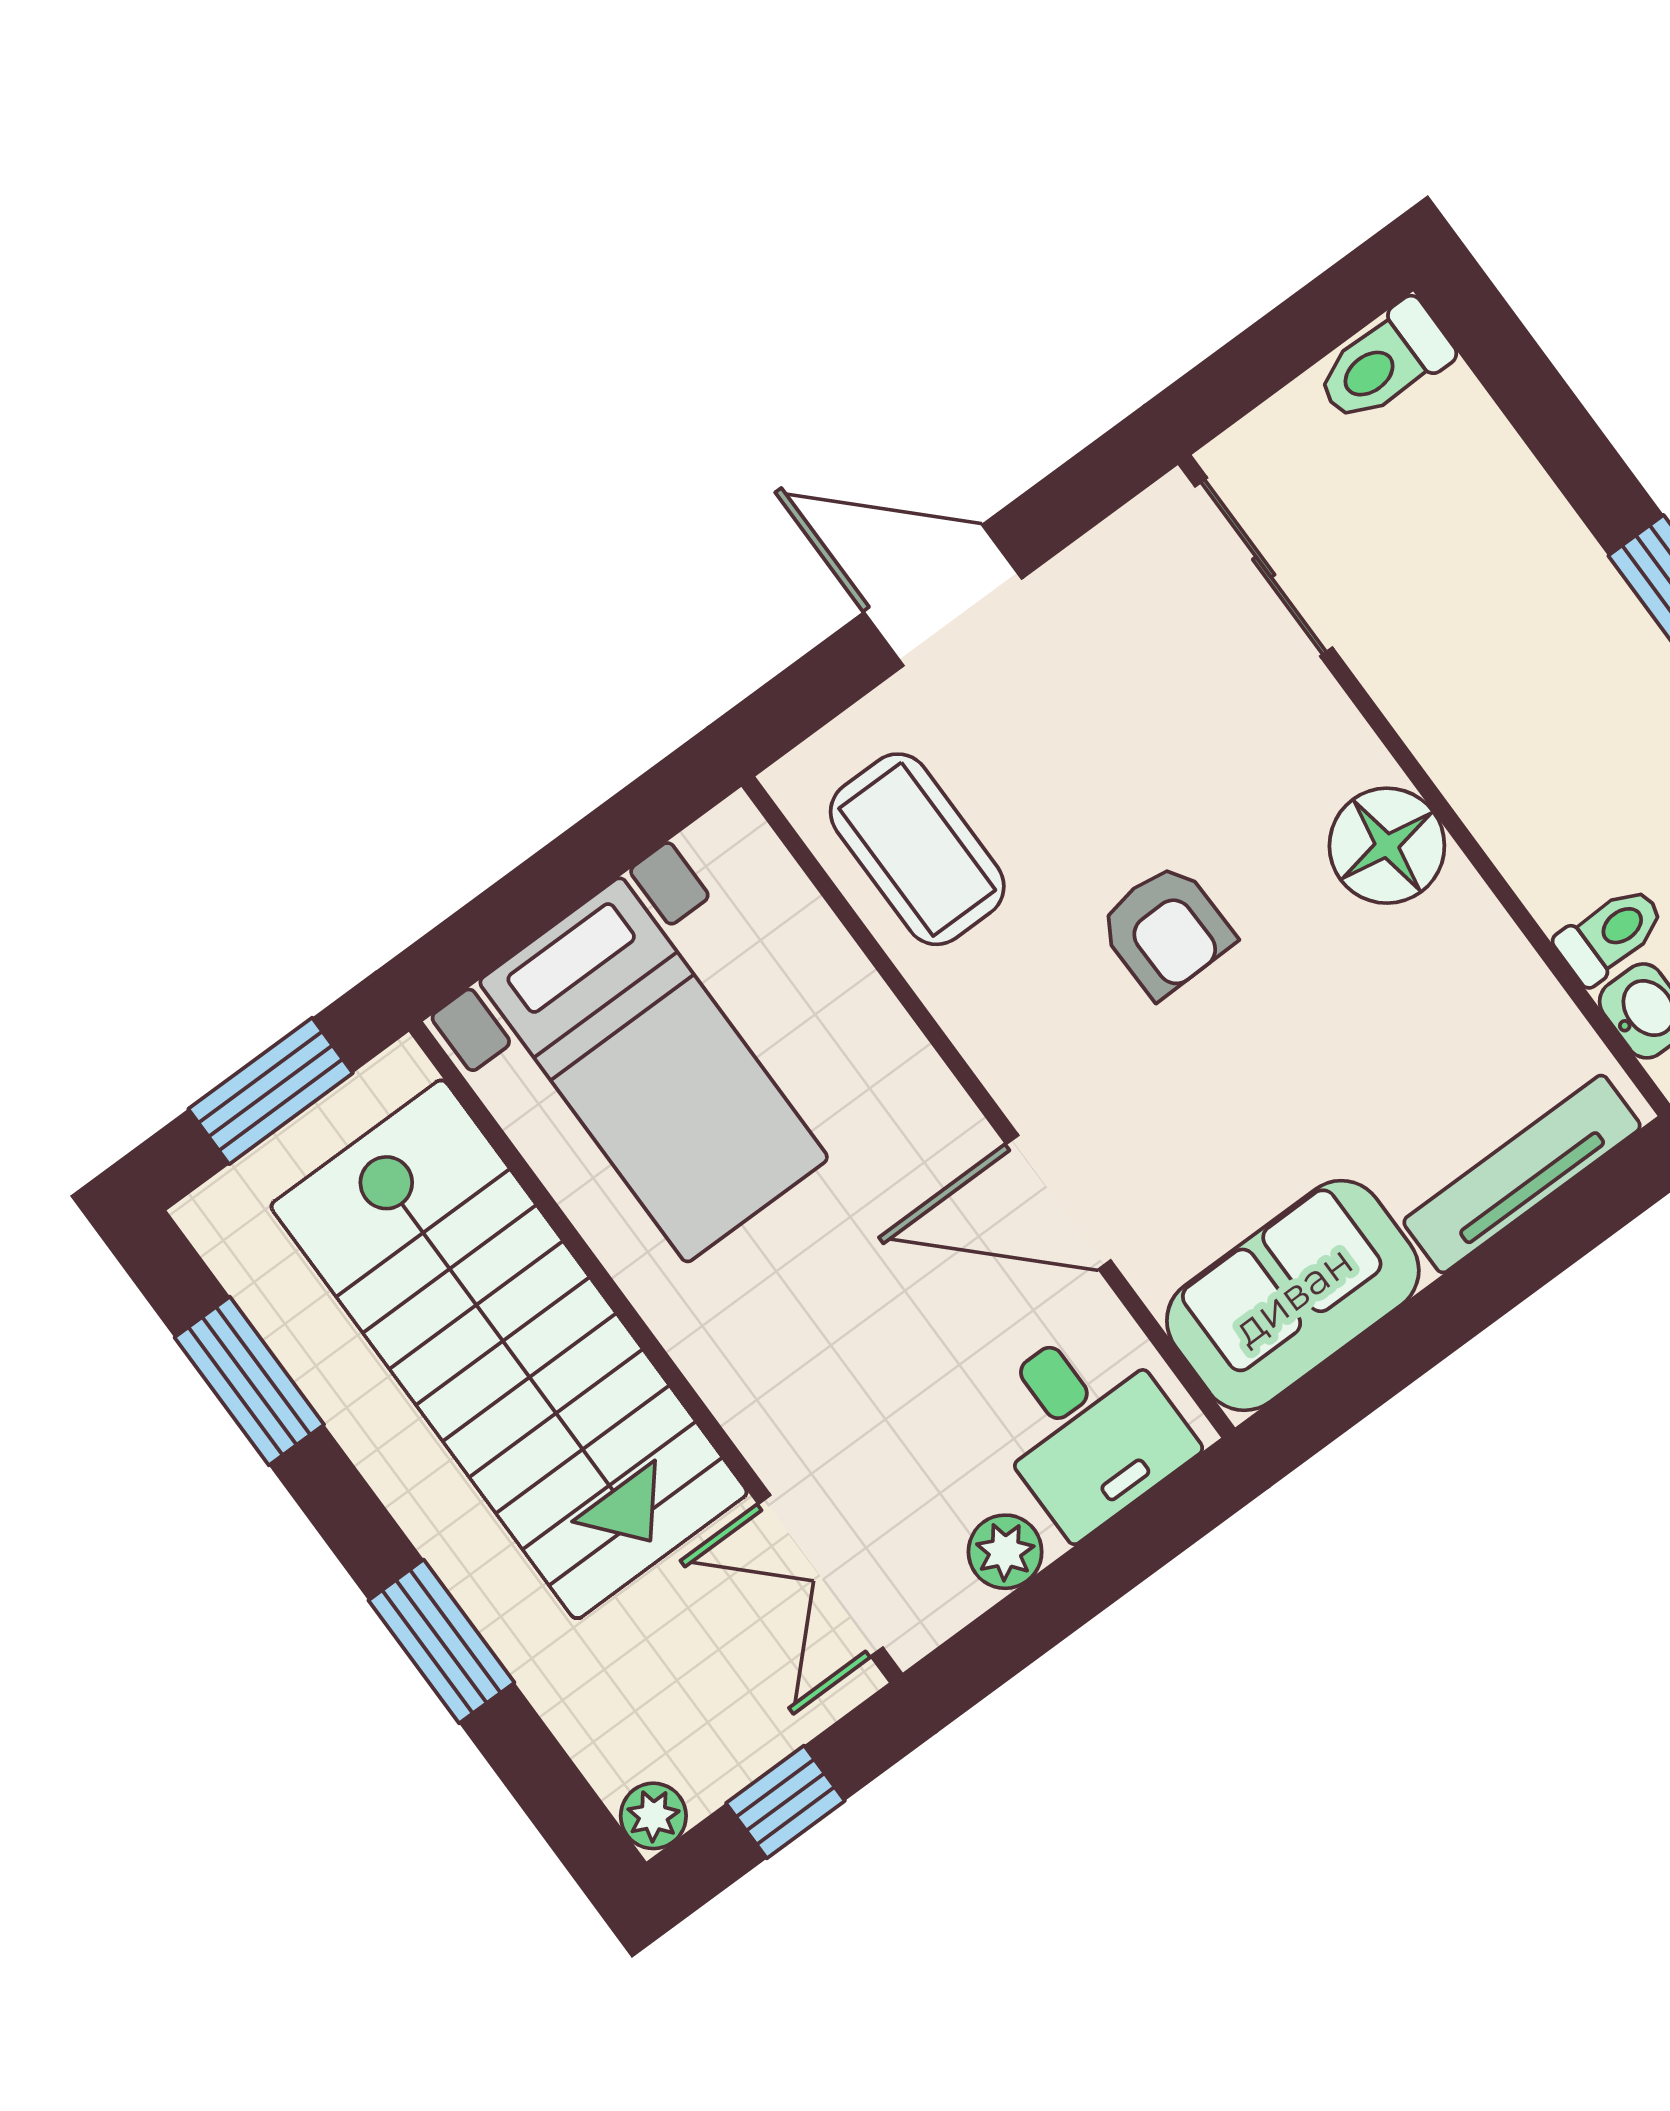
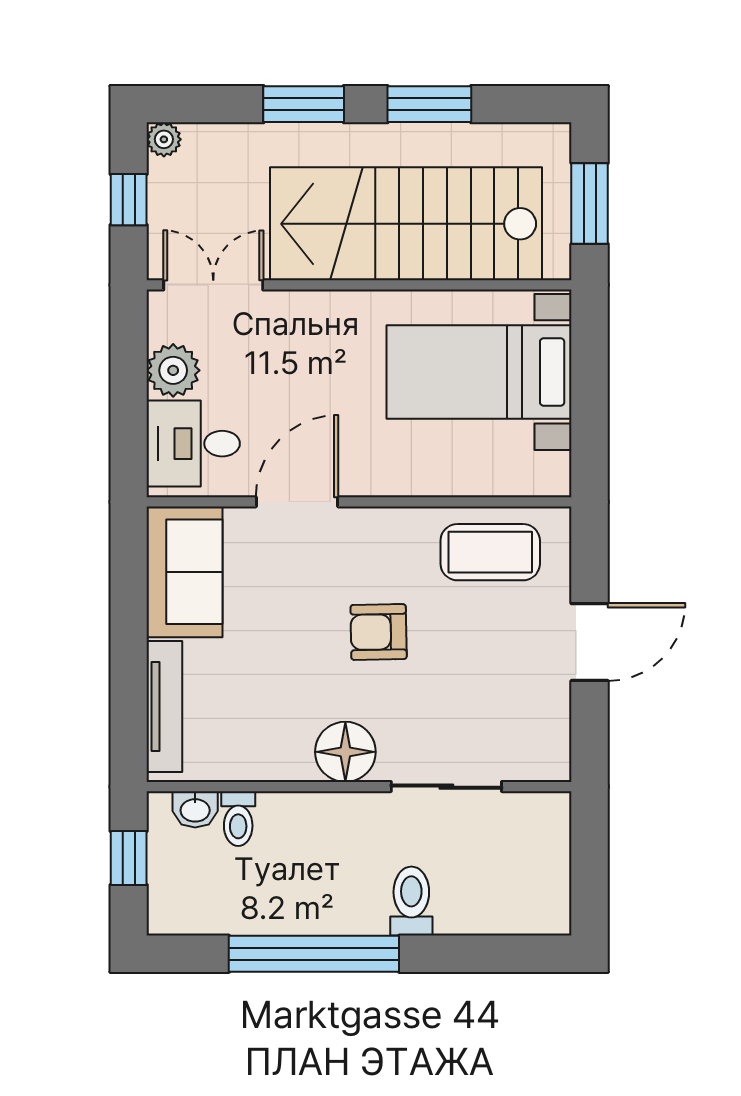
toilet: (1384, 363) -> (411, 901), moved
sliding door: (1264, 567) -> (446, 787), moved
window: (249, 1381) -> (429, 104), moved
plant: (1005, 1552) -> (173, 370), width x1.38, depth x1.38

